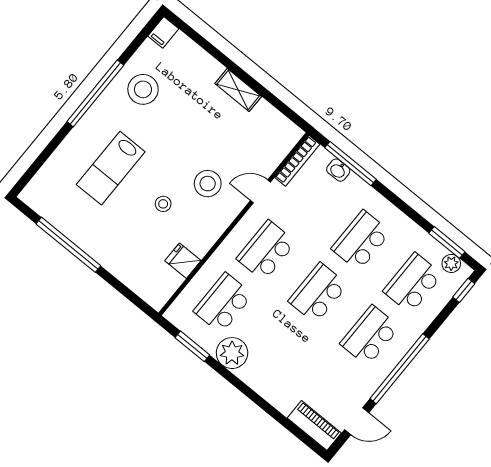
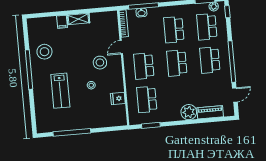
filing cabinet: (163, 32) -> (62, 22), moved
plant: (232, 353) -> (189, 112), moved
piano: (314, 426) -> (210, 112), moved

